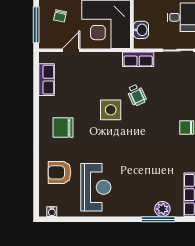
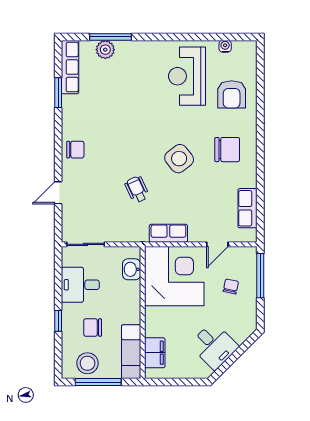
row of seats: (138, 59) -> (168, 233), moved
side table: (111, 110) -> (179, 159), moved, turned -38
armchair: (59, 172) -> (232, 94), turned 90
water cooler: (52, 212) -> (225, 46), moved

